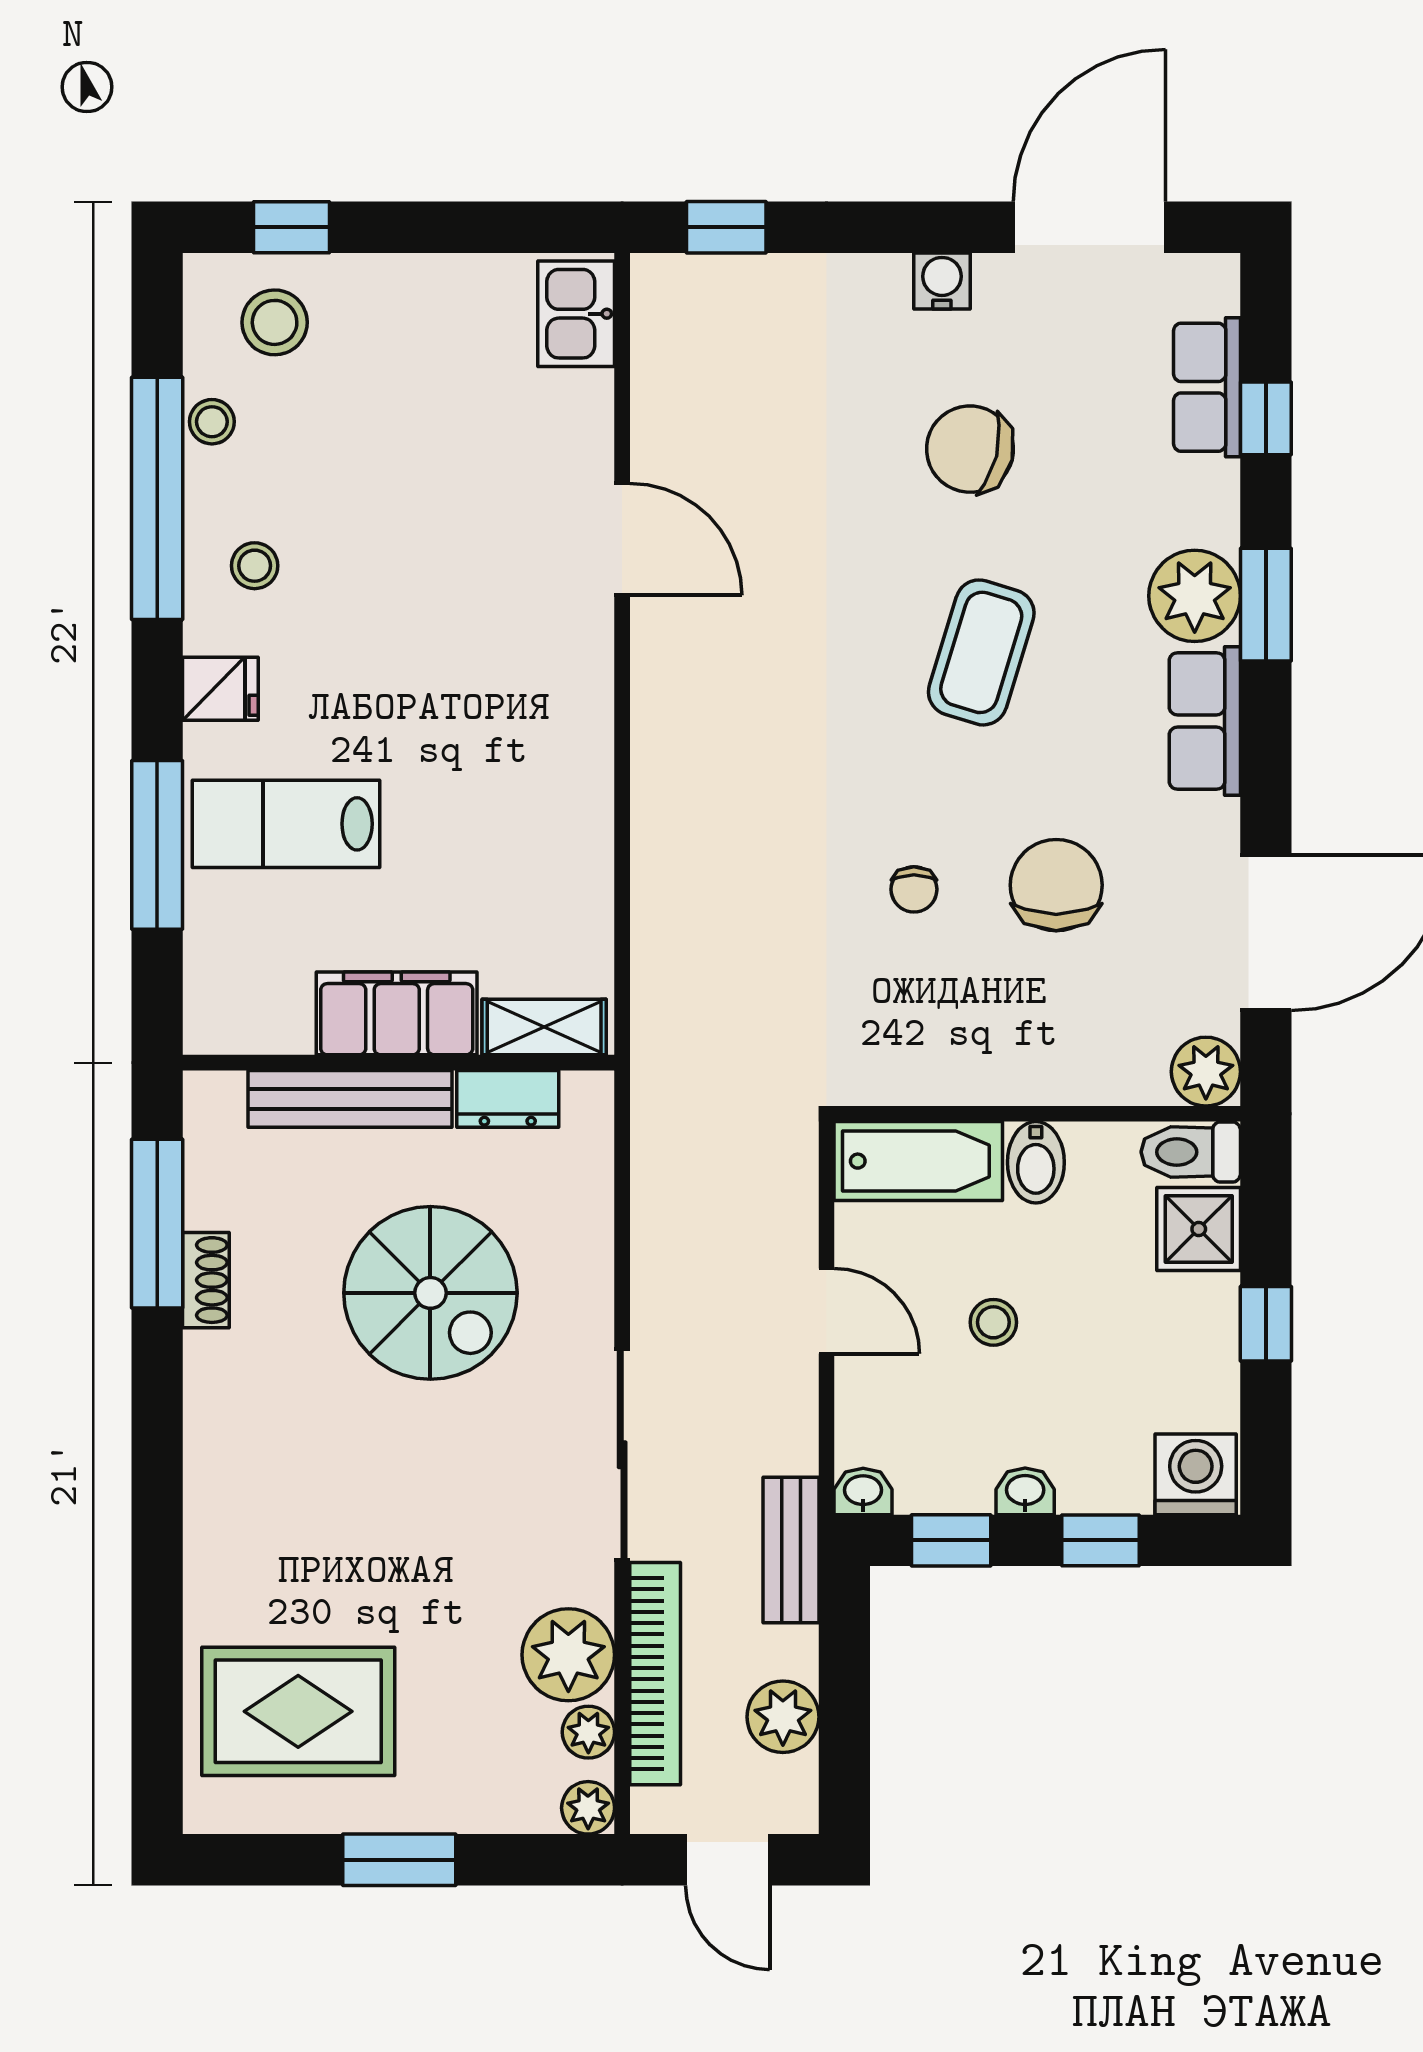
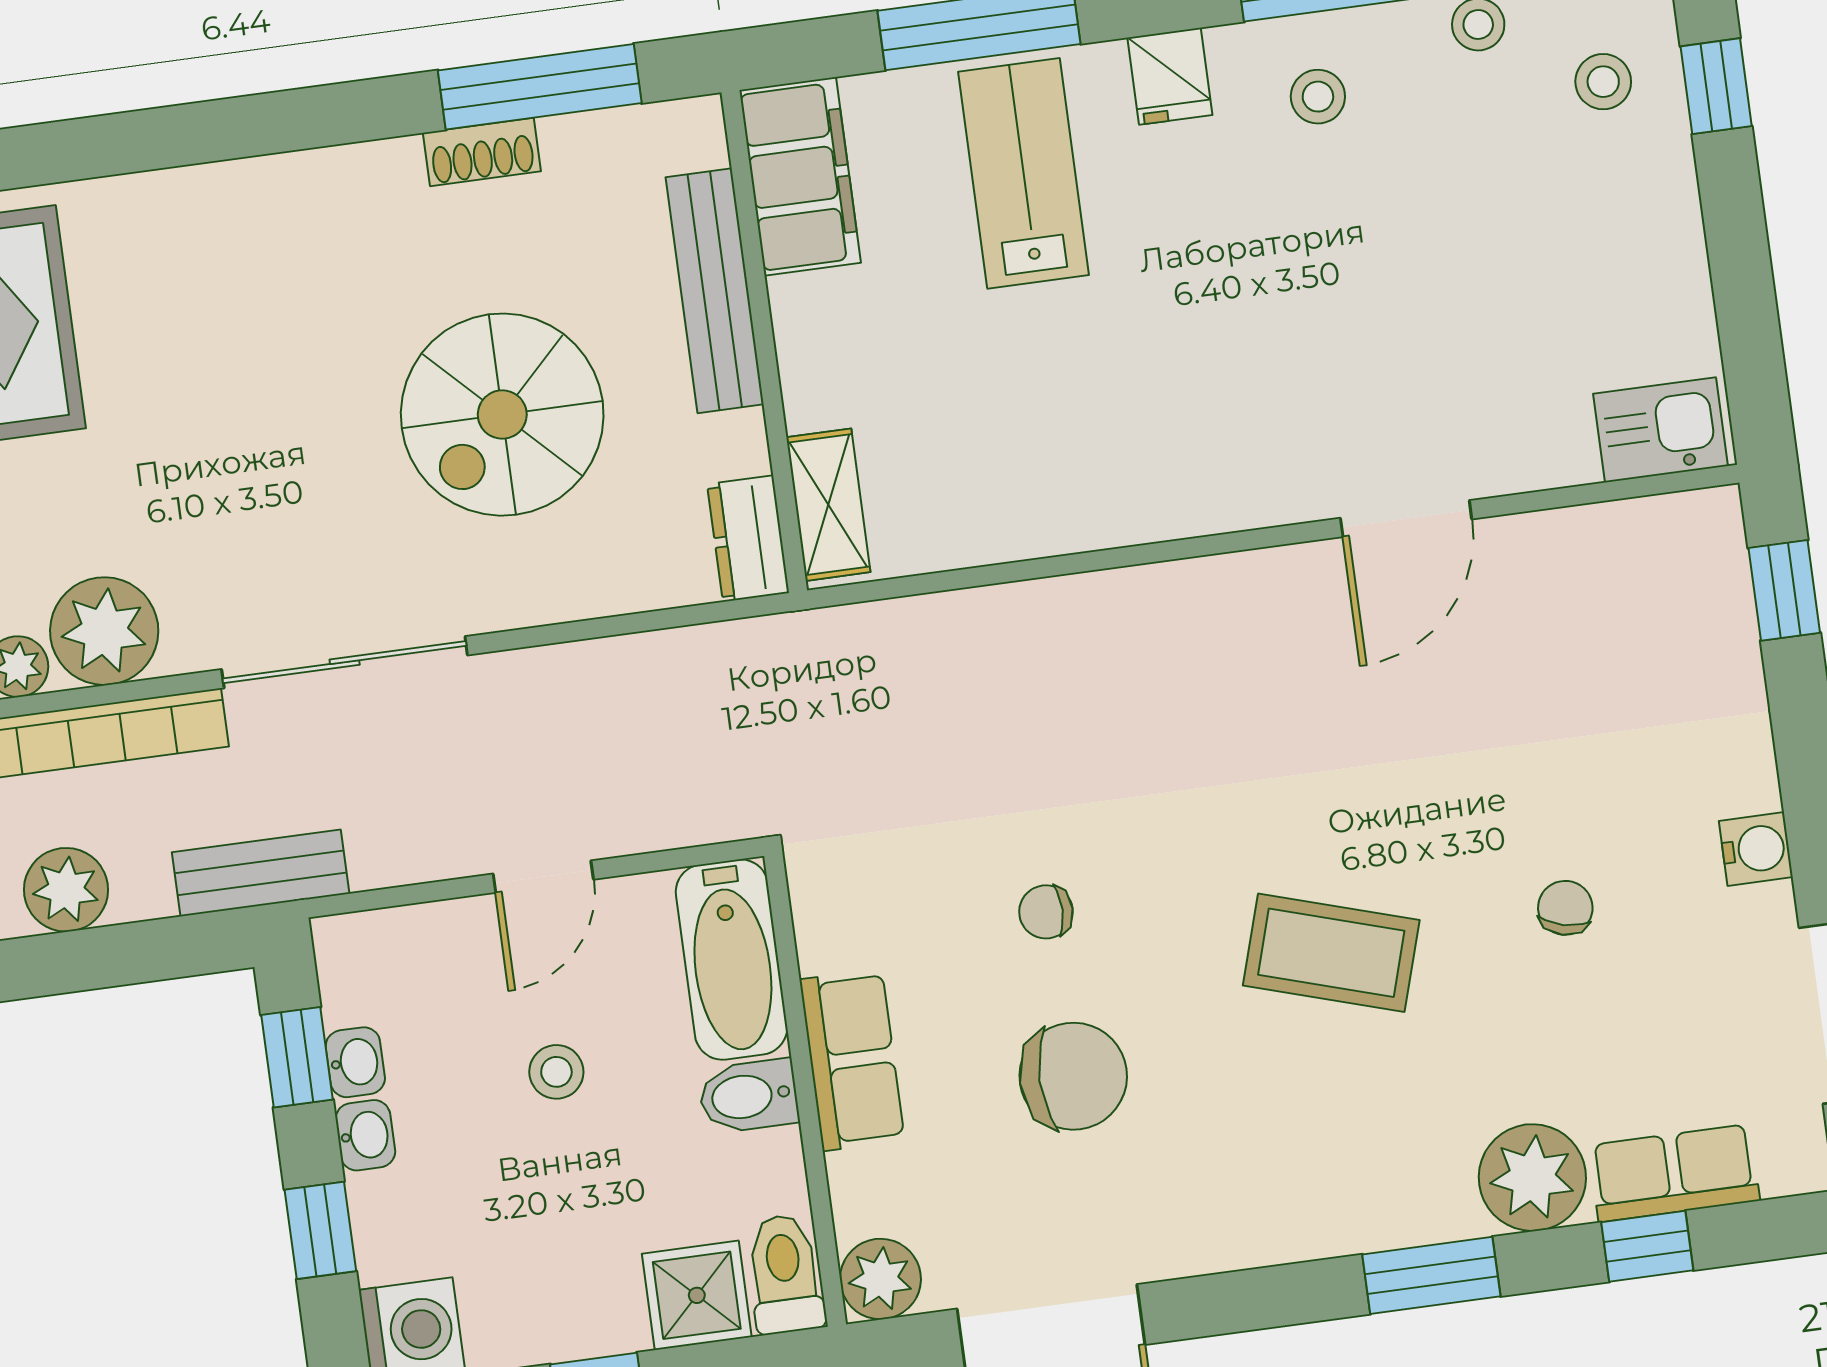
stool: (275, 322) -> (1603, 82), width x0.73, depth x0.73
chair: (970, 449) -> (1565, 908), width x0.54, depth x0.54
plant: (1195, 596) -> (1532, 1178), moved
row of seats: (1205, 721) -> (852, 1060), moved, turned 90
filing cabinet: (397, 1013) -> (800, 176), moved
dresser: (508, 1099) -> (748, 539), moved
washbasin: (863, 1492) -> (355, 1062), moved

